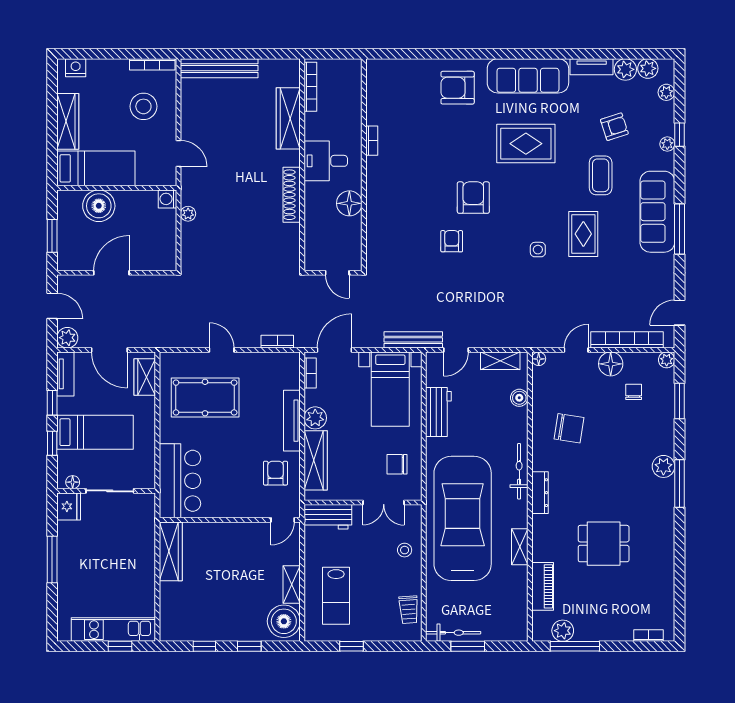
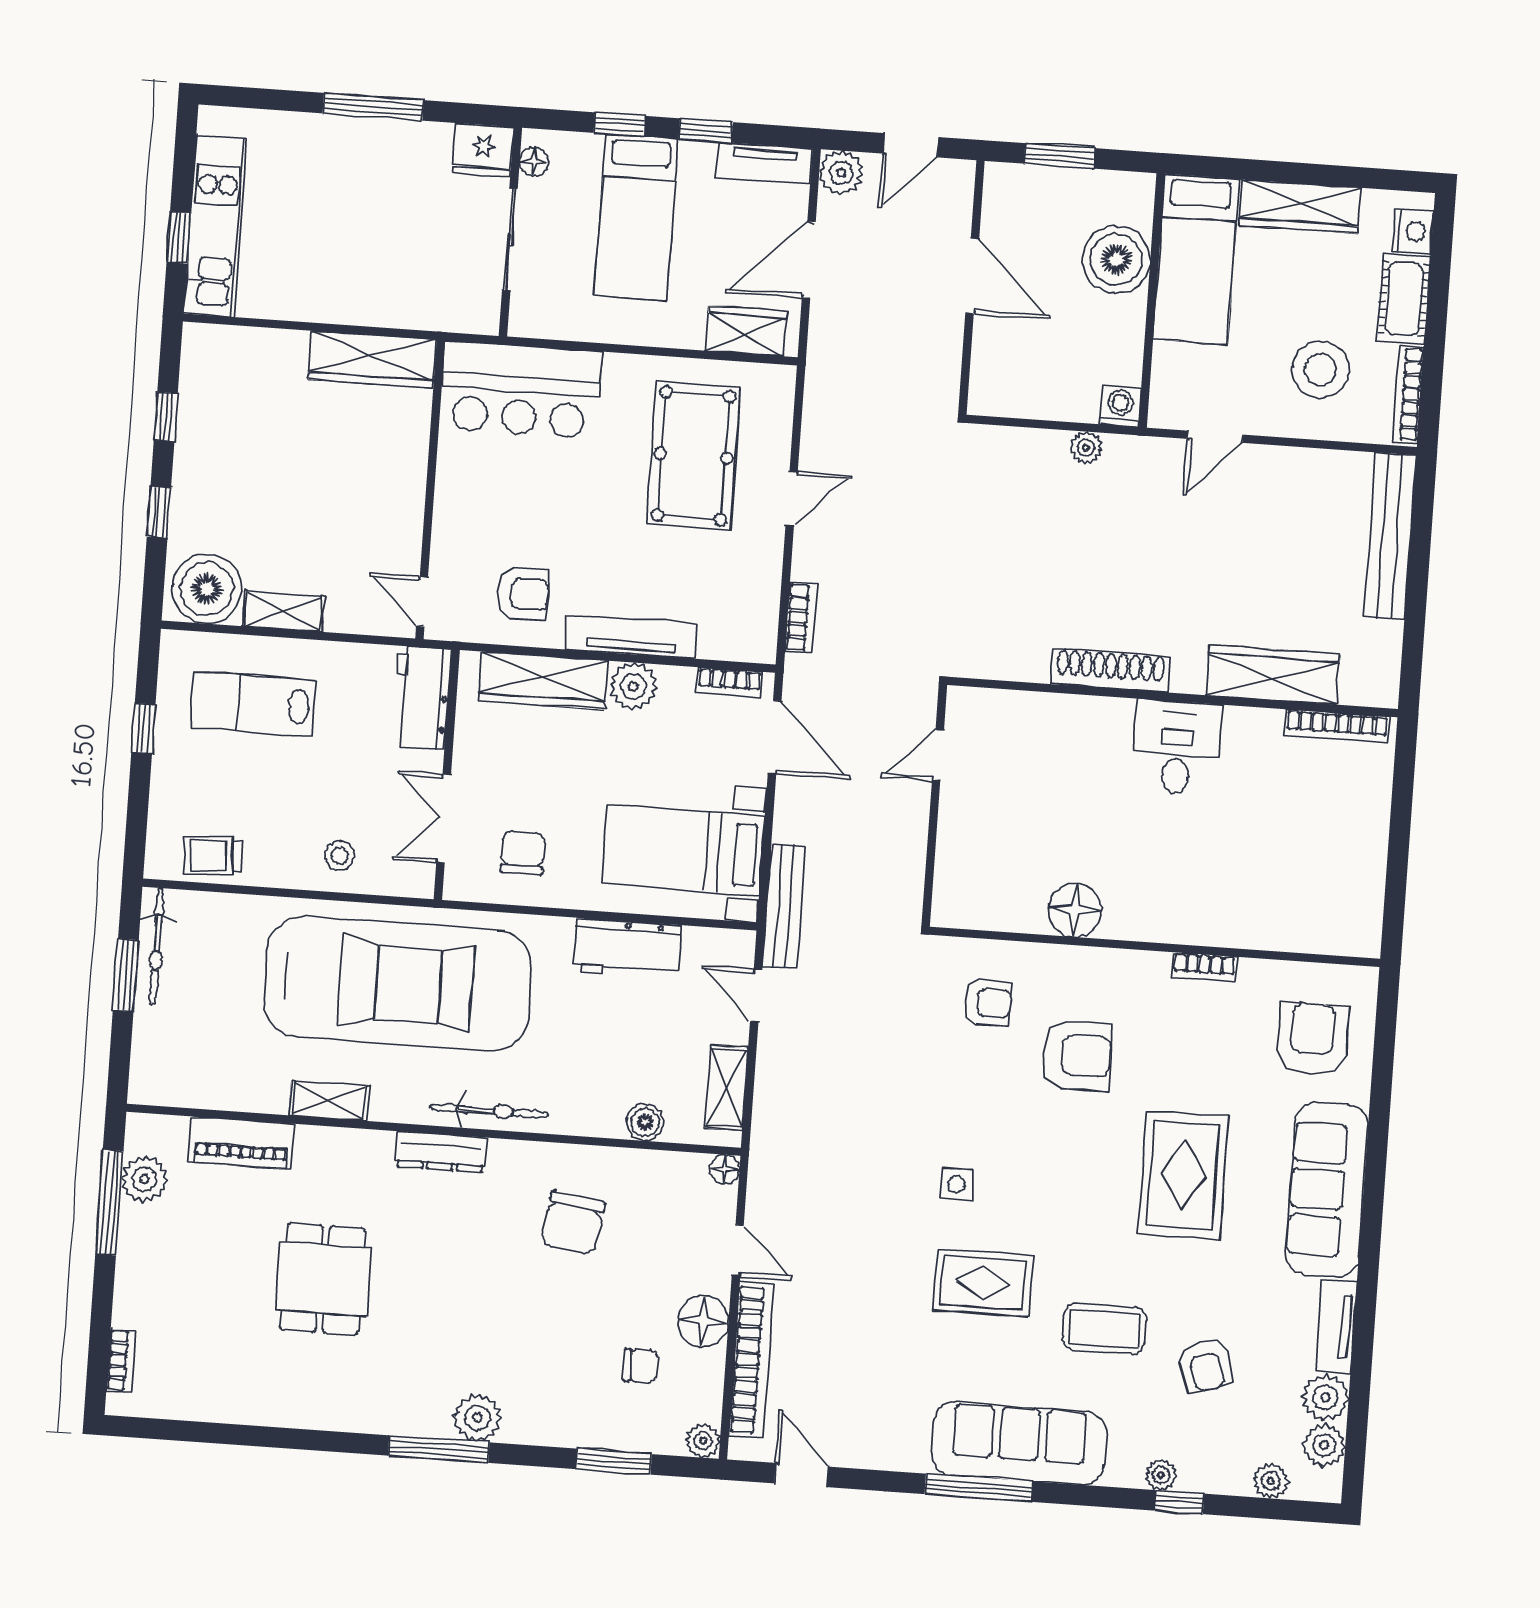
cot: (108, 70) -> (1404, 299), added
bookcase: (372, 141) -> (1205, 967), moved
wall: (364, 165) -> (1155, 947), moved
floor lamp: (349, 203) -> (1075, 910), moved

